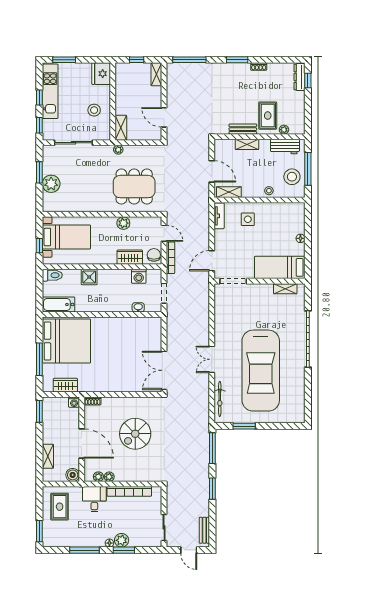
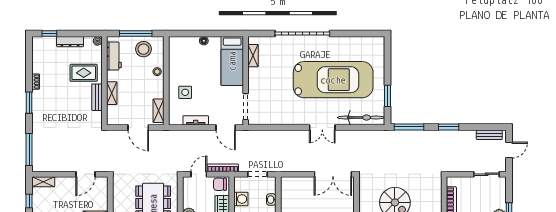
dresser: (300, 77) -> (70, 42), moved
plant: (284, 130) -> (97, 41), moved
door: (212, 171) -> (138, 128), swing flipped
tv unit: (219, 216) -> (196, 120), moved
bicycle: (220, 399) -> (361, 117), width x1.37, depth x1.40

